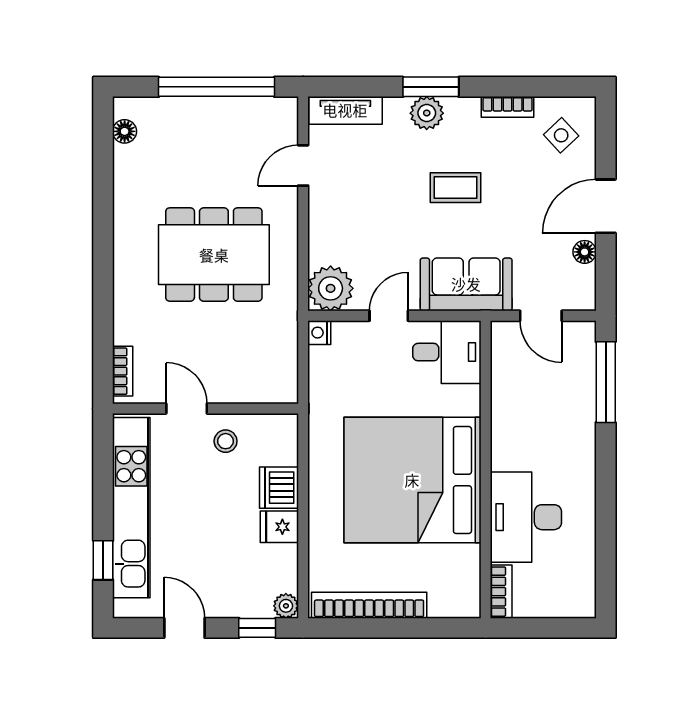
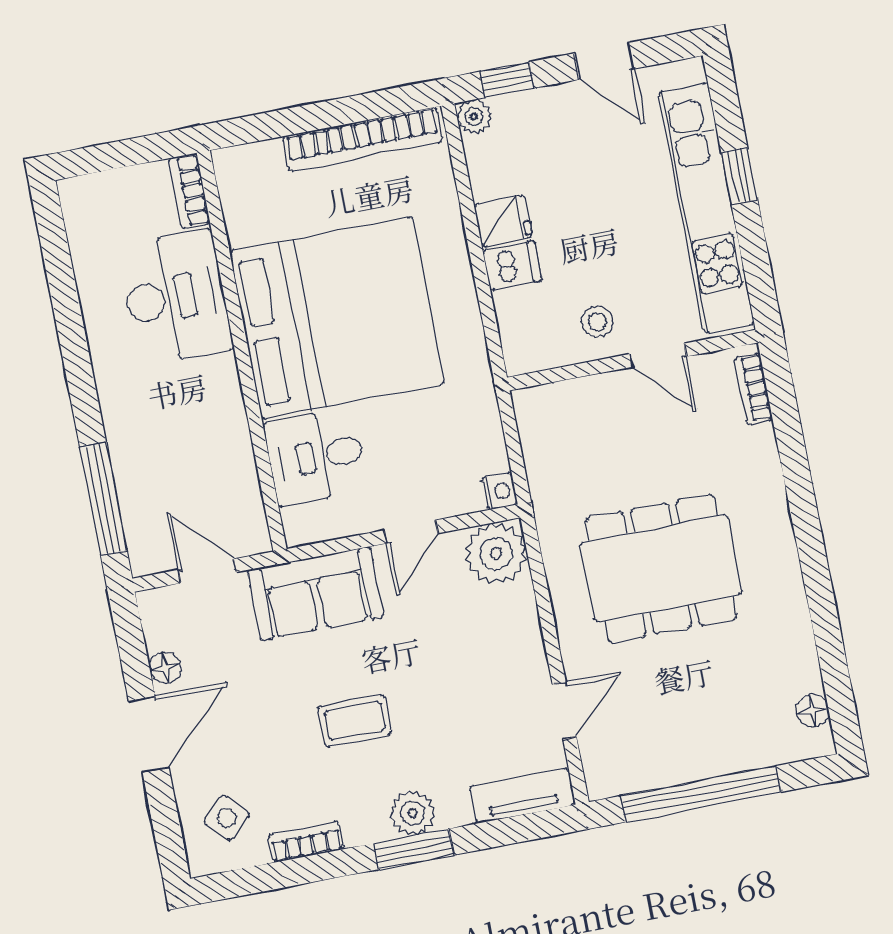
desk: (447, 352) -> (316, 457), moved
dishwasher: (279, 488) -> (512, 266), width x0.73
window: (103, 560) -> (739, 176), moved

